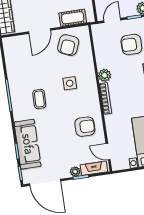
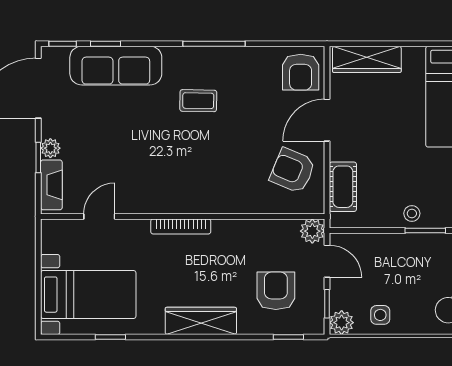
door: (40, 31) -> (327, 120), hinge flipped
plant: (105, 75) -> (312, 231), moved
side table: (70, 83) -> (220, 163), removed
armchair: (85, 127) -> (301, 72), moved
door: (108, 152) -> (99, 216), moved

